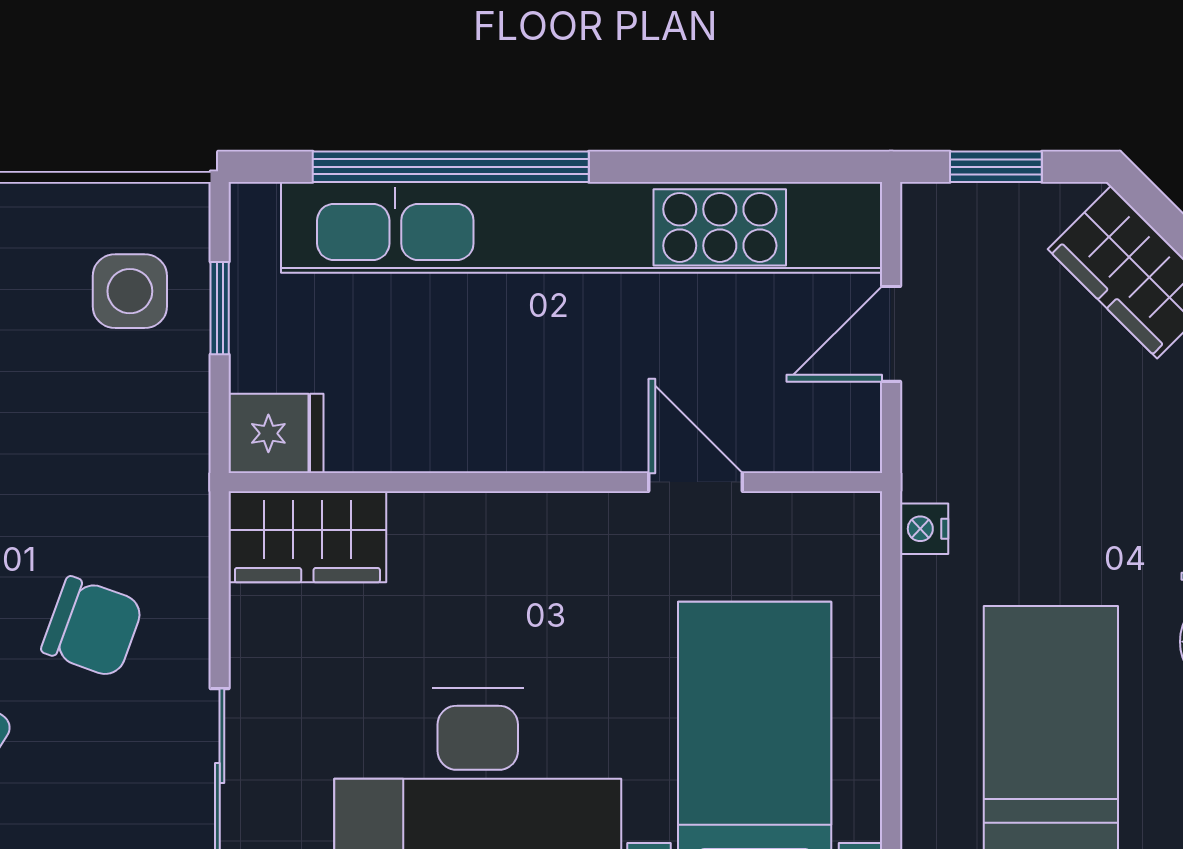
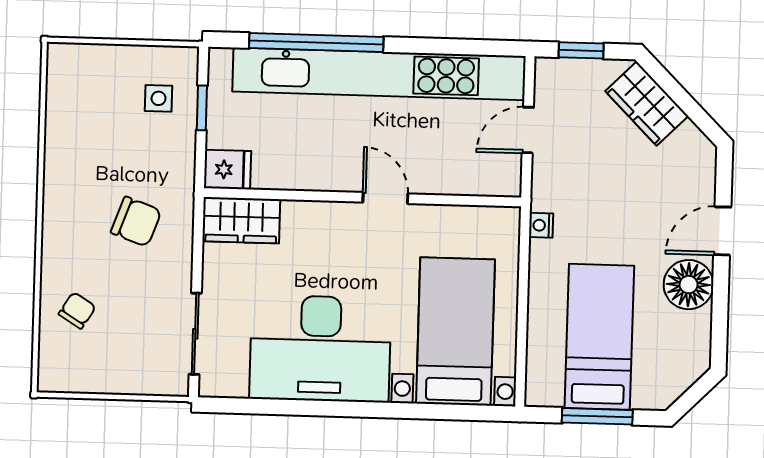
side table: (130, 291) -> (159, 98), width x0.73, depth x0.73
door: (696, 482) -> (385, 198), moved
chair: (92, 627) -> (136, 222), moved

